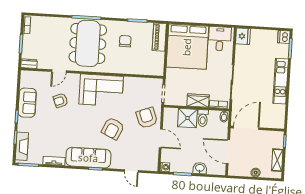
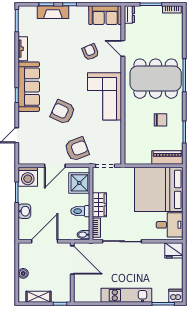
sofa: (27, 103) -> (105, 15), moved
shower: (187, 118) -> (79, 183), moved
fireplace: (22, 146) -> (53, 12), moved
washing machine: (165, 167) -> (28, 177), width x1.89, depth x1.89

